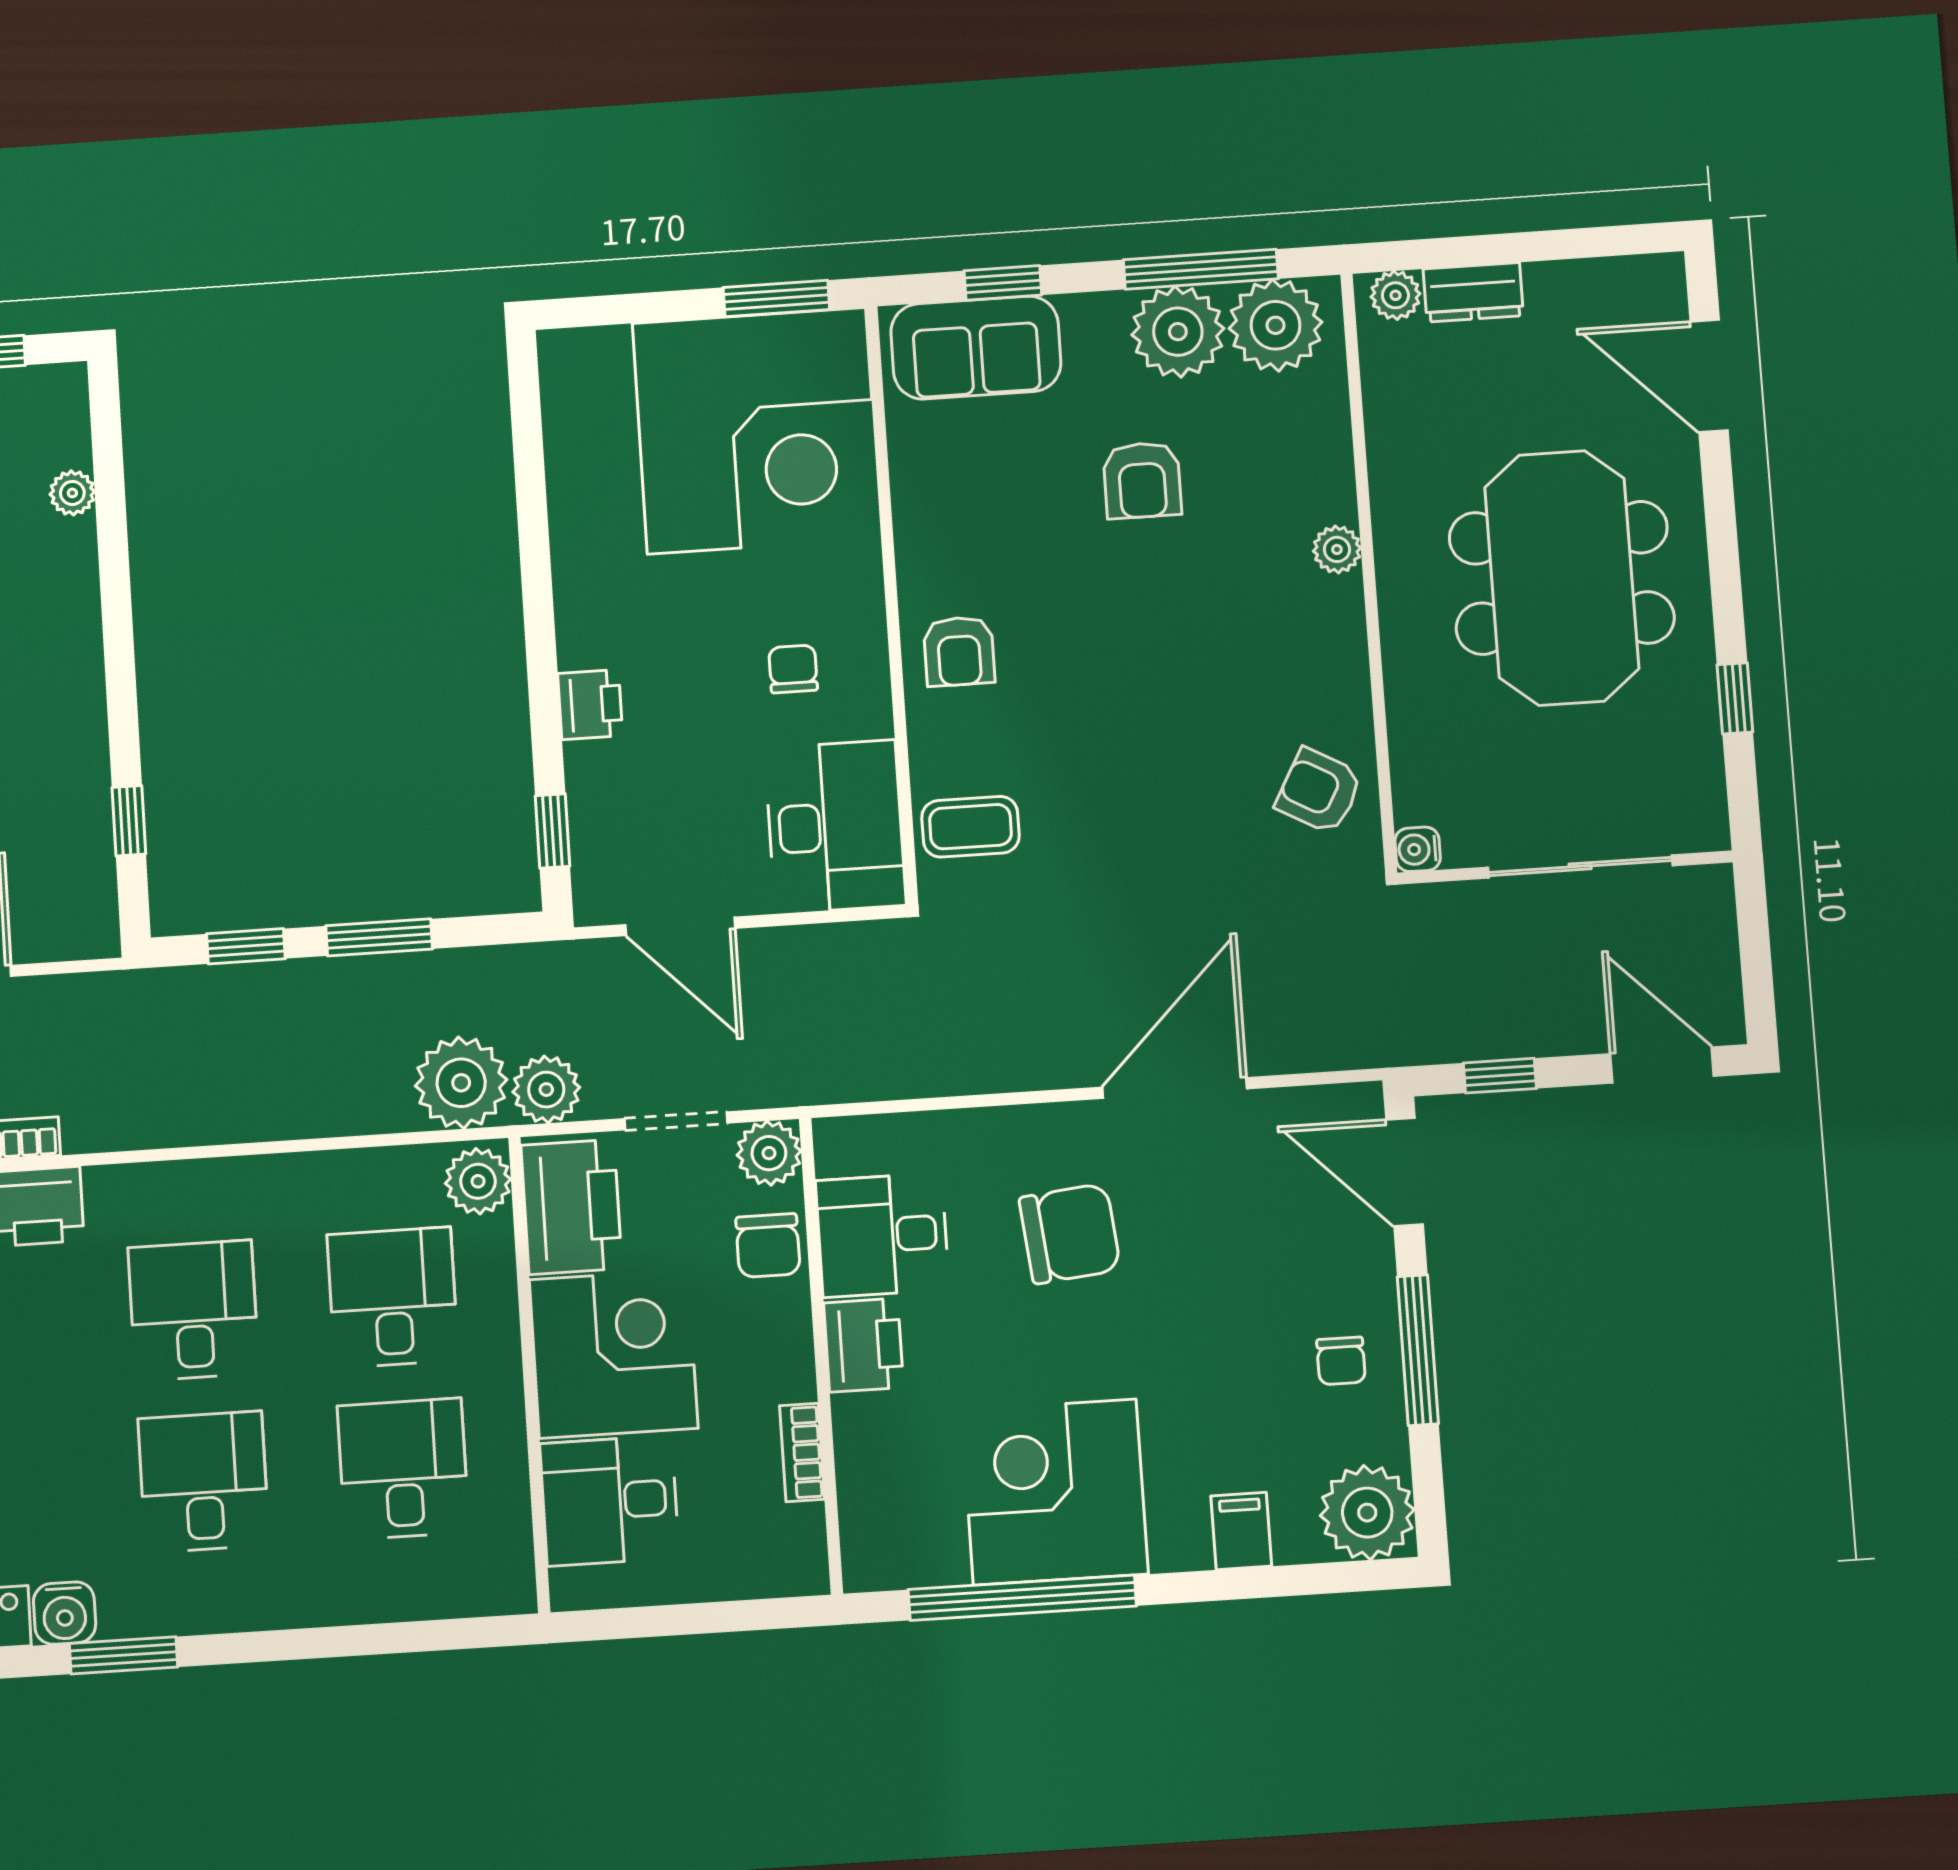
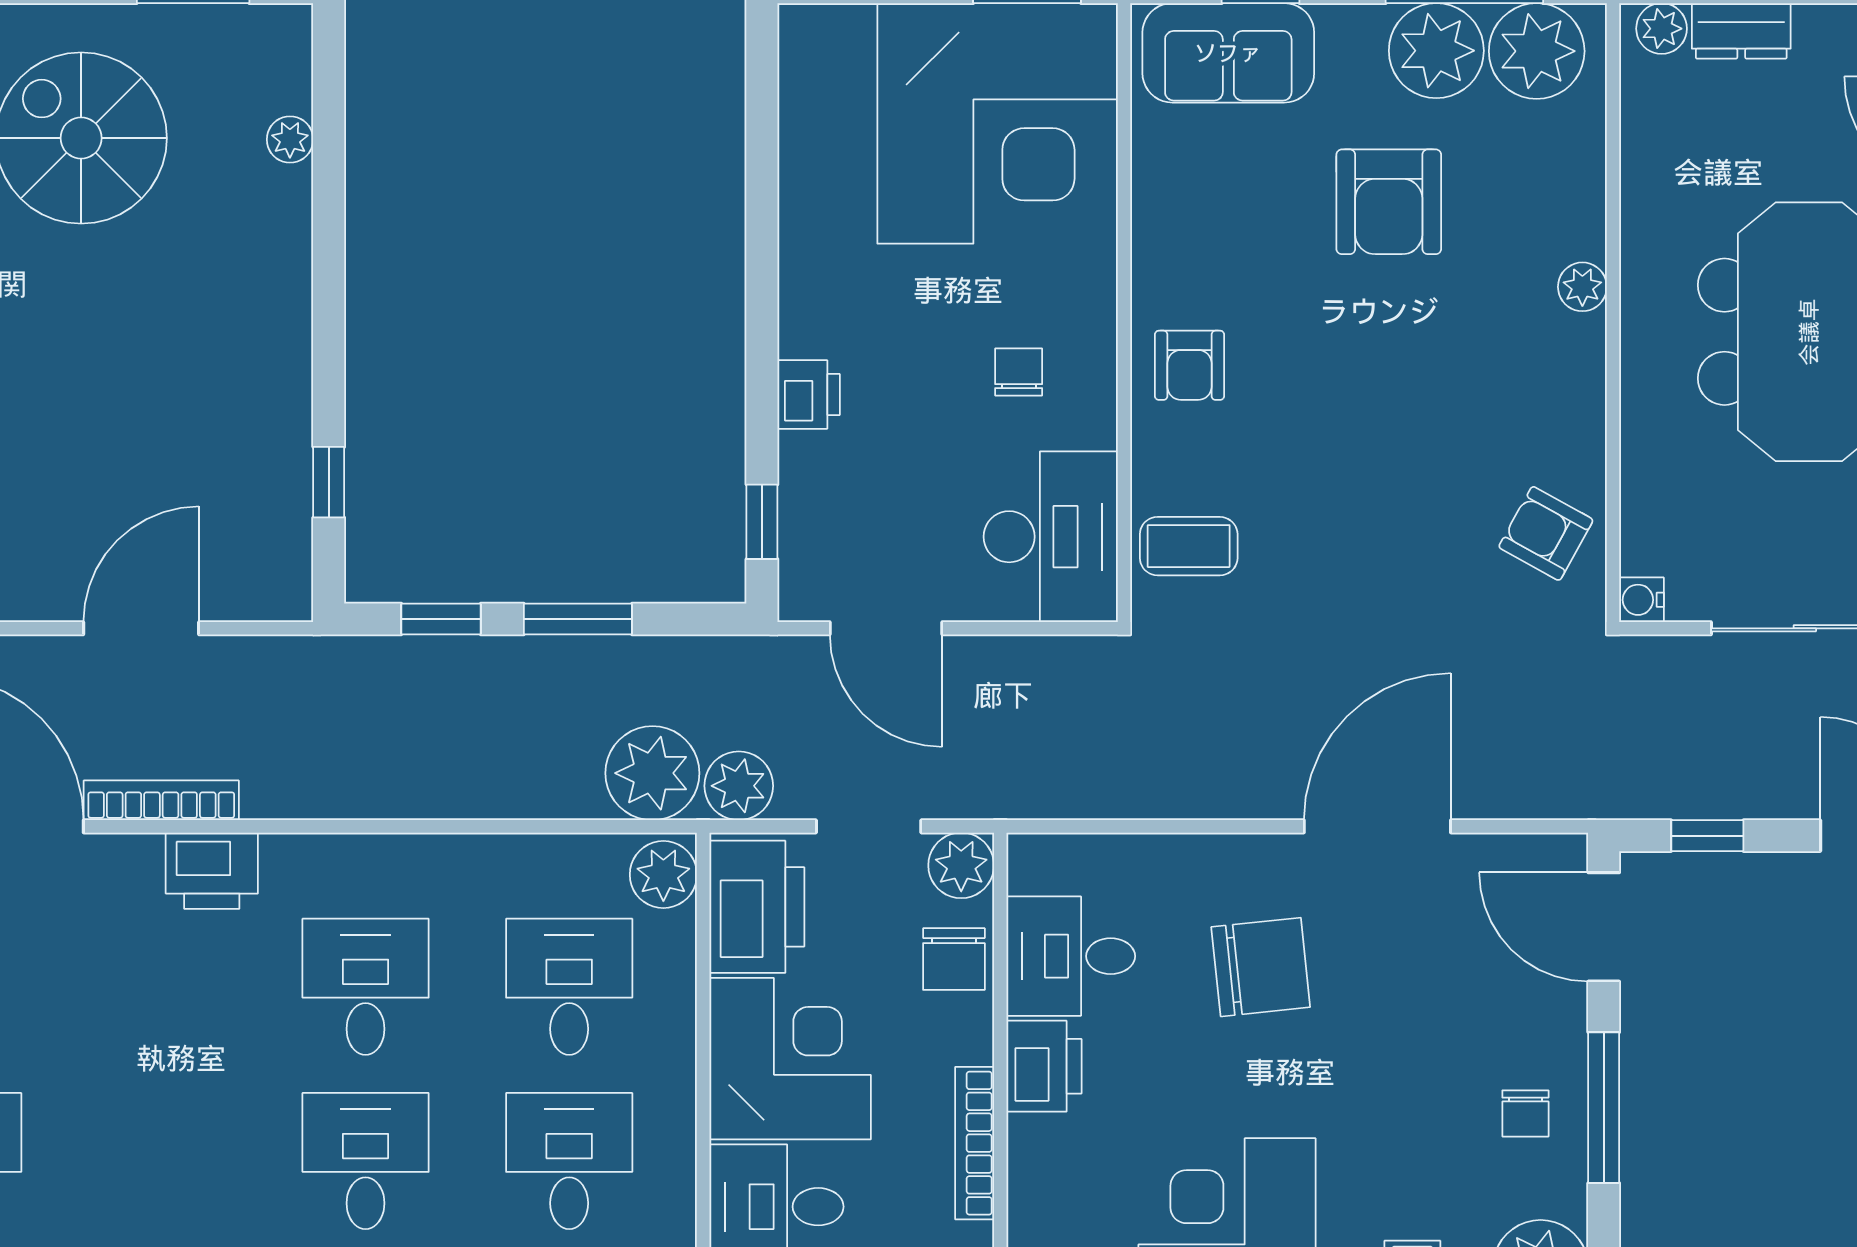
armchair: (1142, 480) -> (1389, 202), width x1.38, depth x1.38
bookcase: (802, 1453) -> (975, 1143), width x1.56

